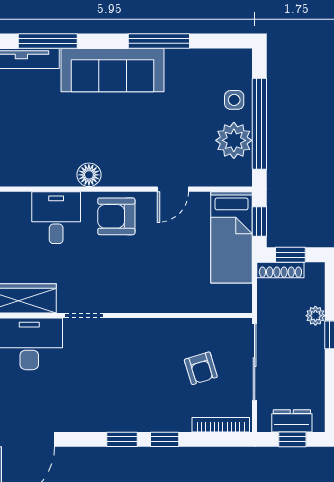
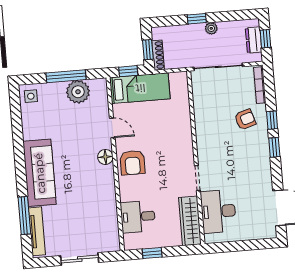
window: (159, 41) -> (19, 145), removed
side table: (234, 100) -> (31, 96), moved
window: (259, 124) -> (66, 76), width x0.68
floor lamp: (89, 175) -> (105, 157), moved
desk: (56, 218) -> (138, 217), moved
plant: (315, 316) -> (211, 28), moved
armchair: (201, 368) -> (245, 119), moved

